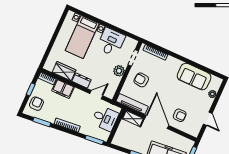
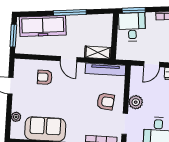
desk: (105, 118) -> (132, 27), moved, turned 85
door: (157, 122) -> (68, 59), width x0.53

